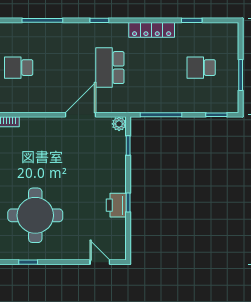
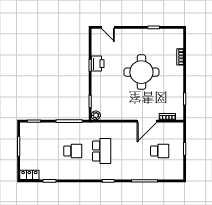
locker: (152, 30) -> (29, 175), moved, width x0.66
school desk: (201, 68) -> (73, 151), moved
door: (80, 115) -> (147, 121), moved
round table: (35, 215) -> (141, 72), moved

